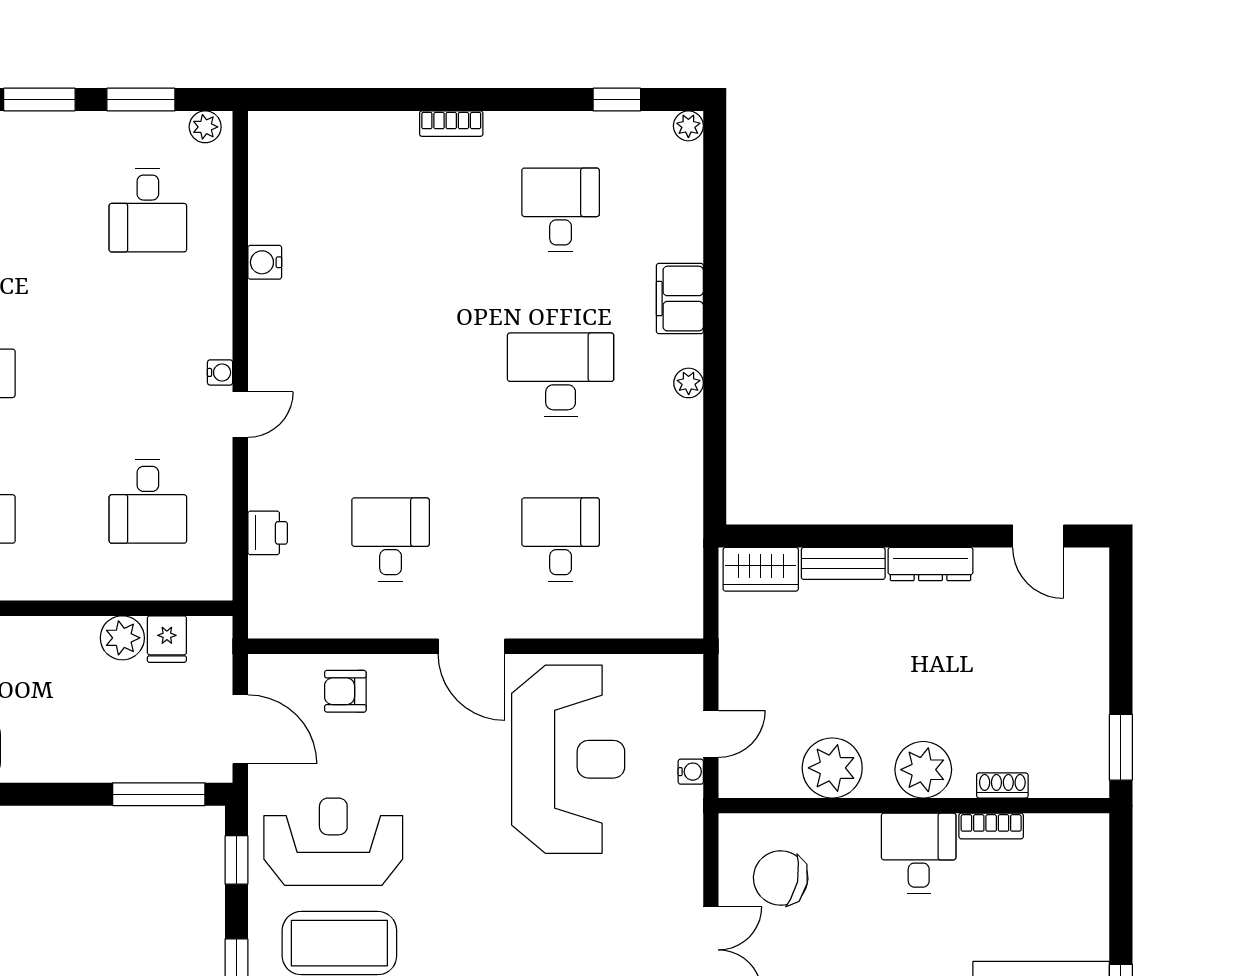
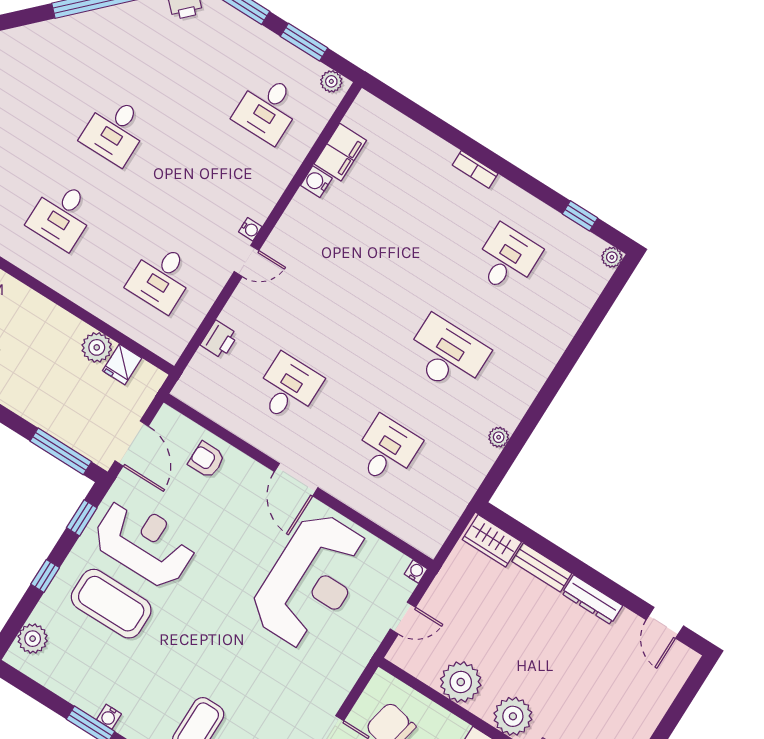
filing cabinet: (680, 299) -> (340, 152), moved, turned 180
plant: (689, 383) -> (499, 437), moved
water cooler: (691, 772) -> (416, 571), moved, turned -90

